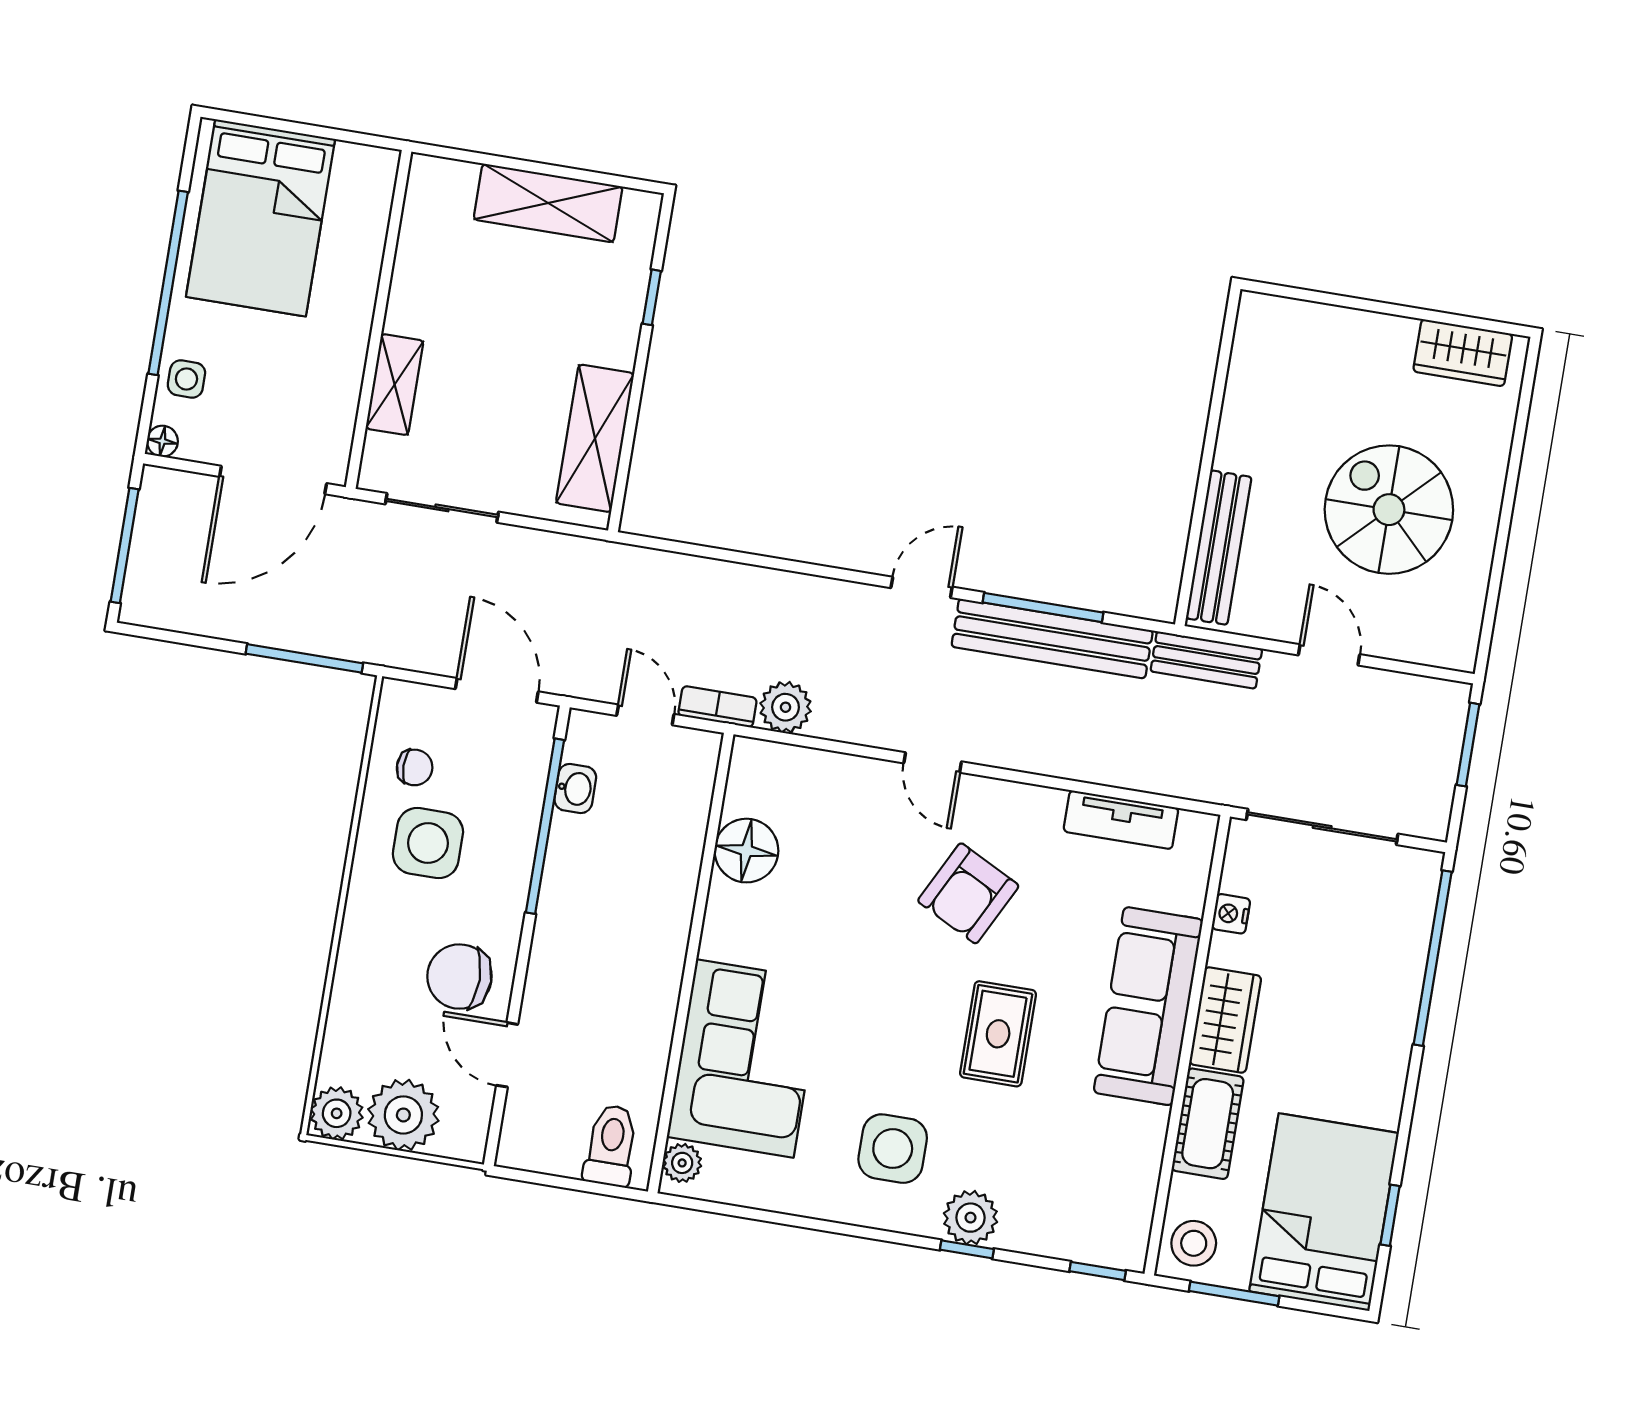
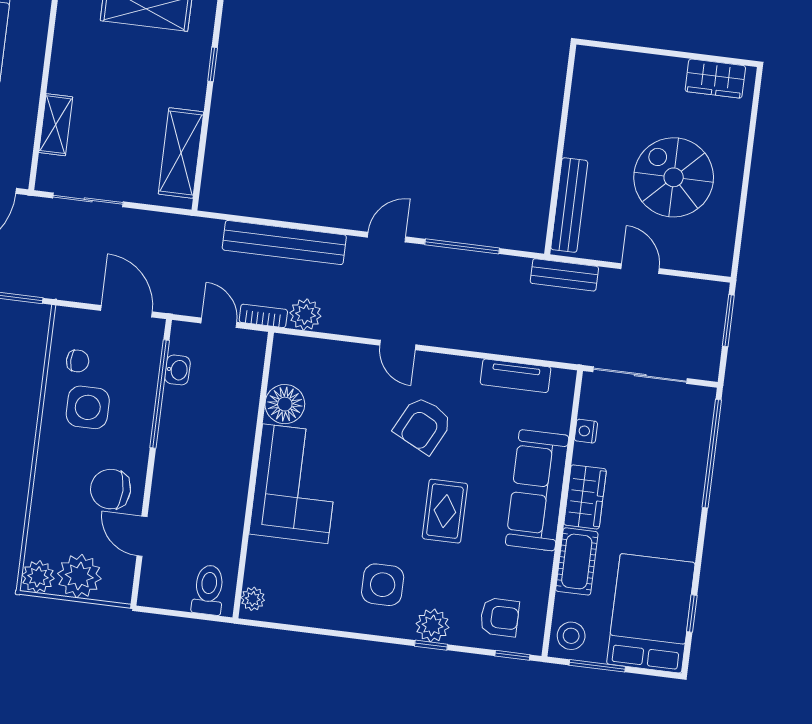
bench: (1052, 639) -> (284, 242), moved
corner sofa: (745, 1059) -> (295, 484), moved
armchair: (1079, 1209) -> (500, 617), added

